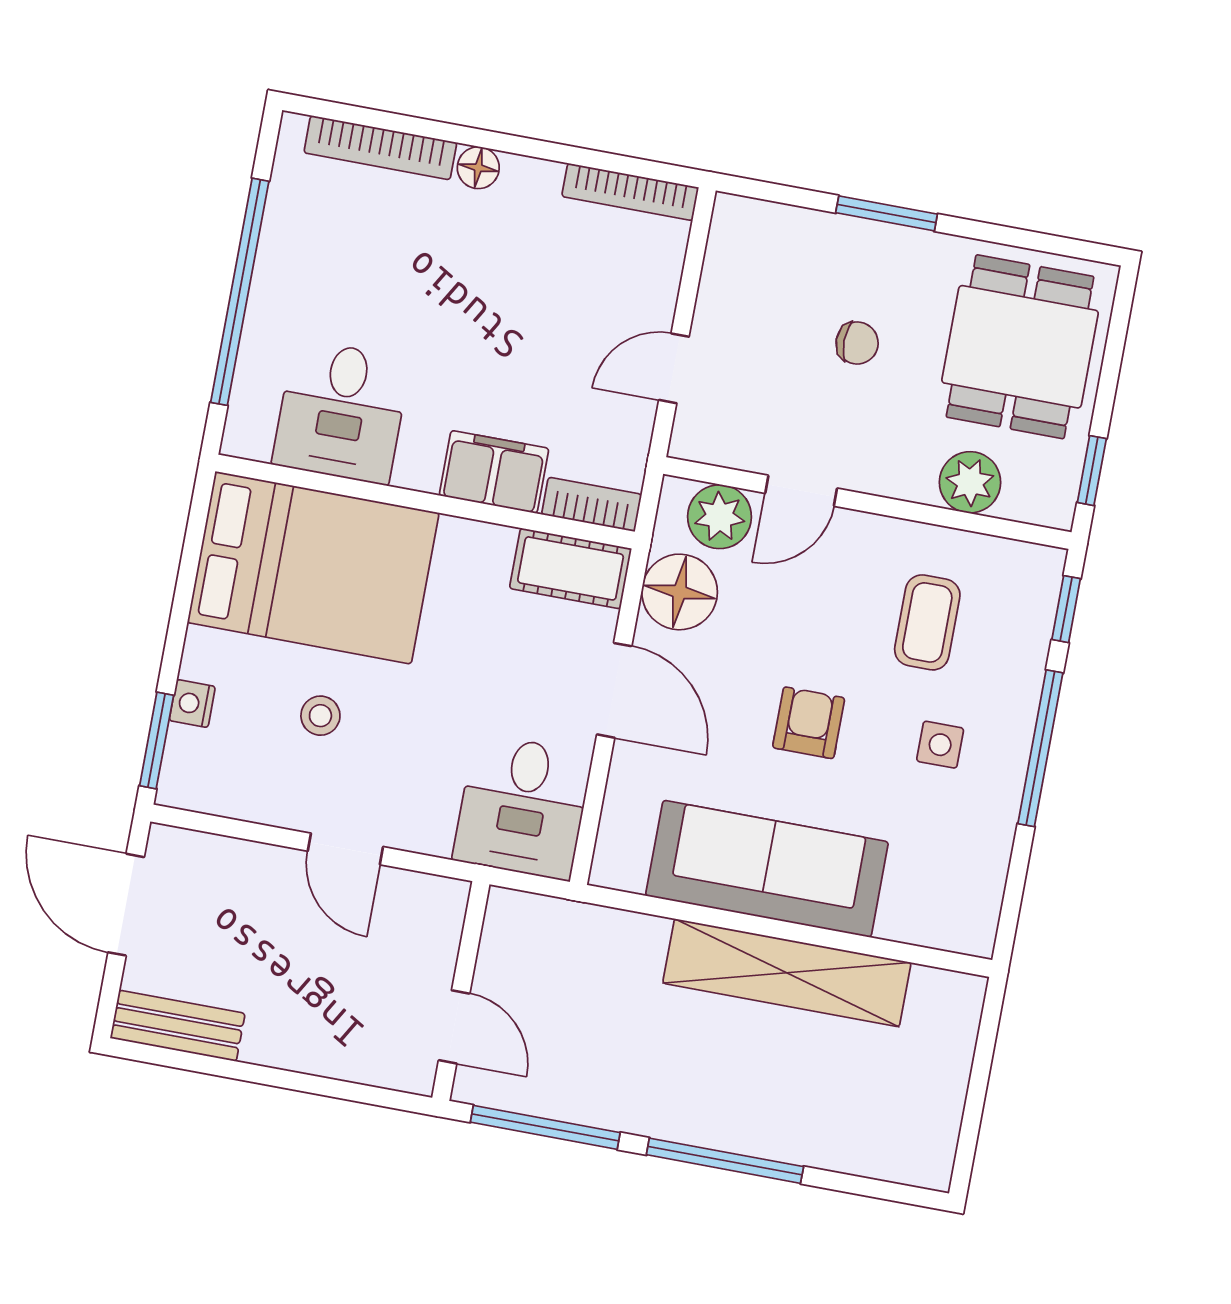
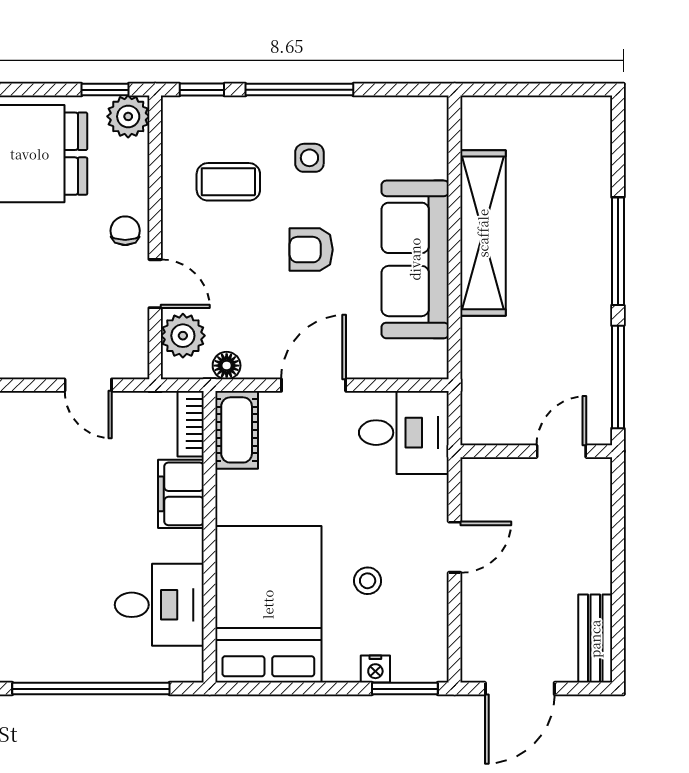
chair: (857, 343) -> (125, 231), moved
plant: (970, 482) -> (128, 116), moved
floor lamp: (680, 592) -> (227, 366), width x0.53, depth x0.53

